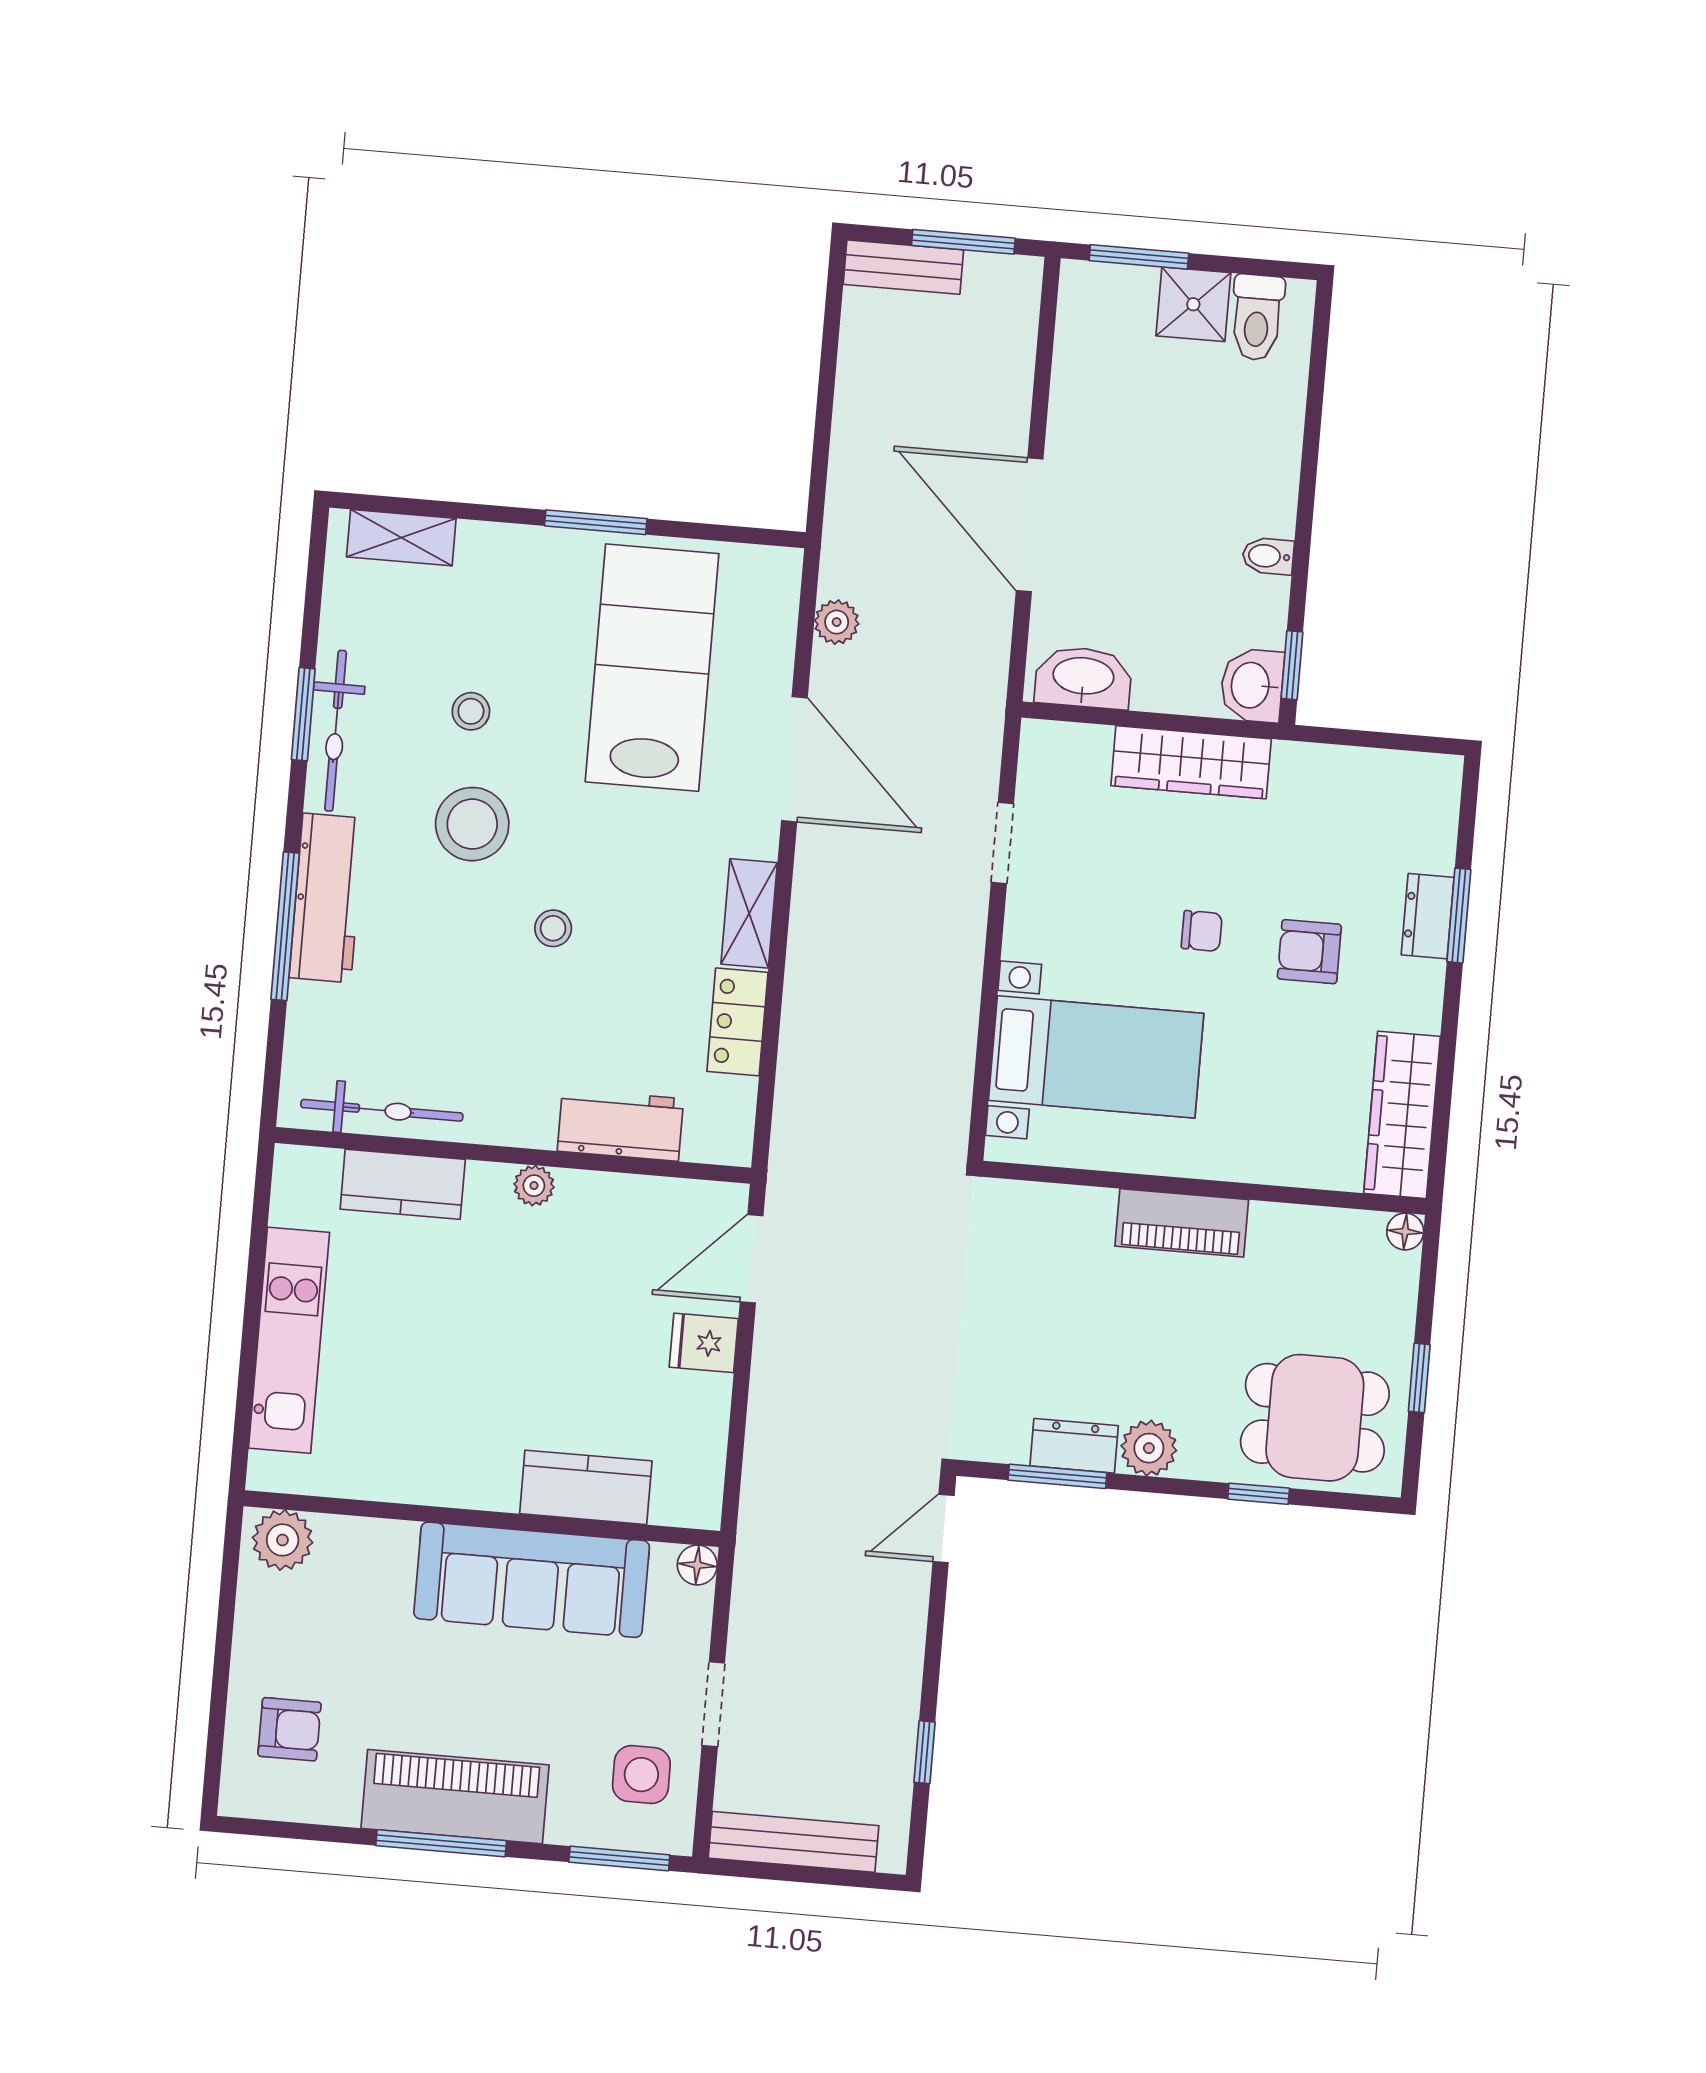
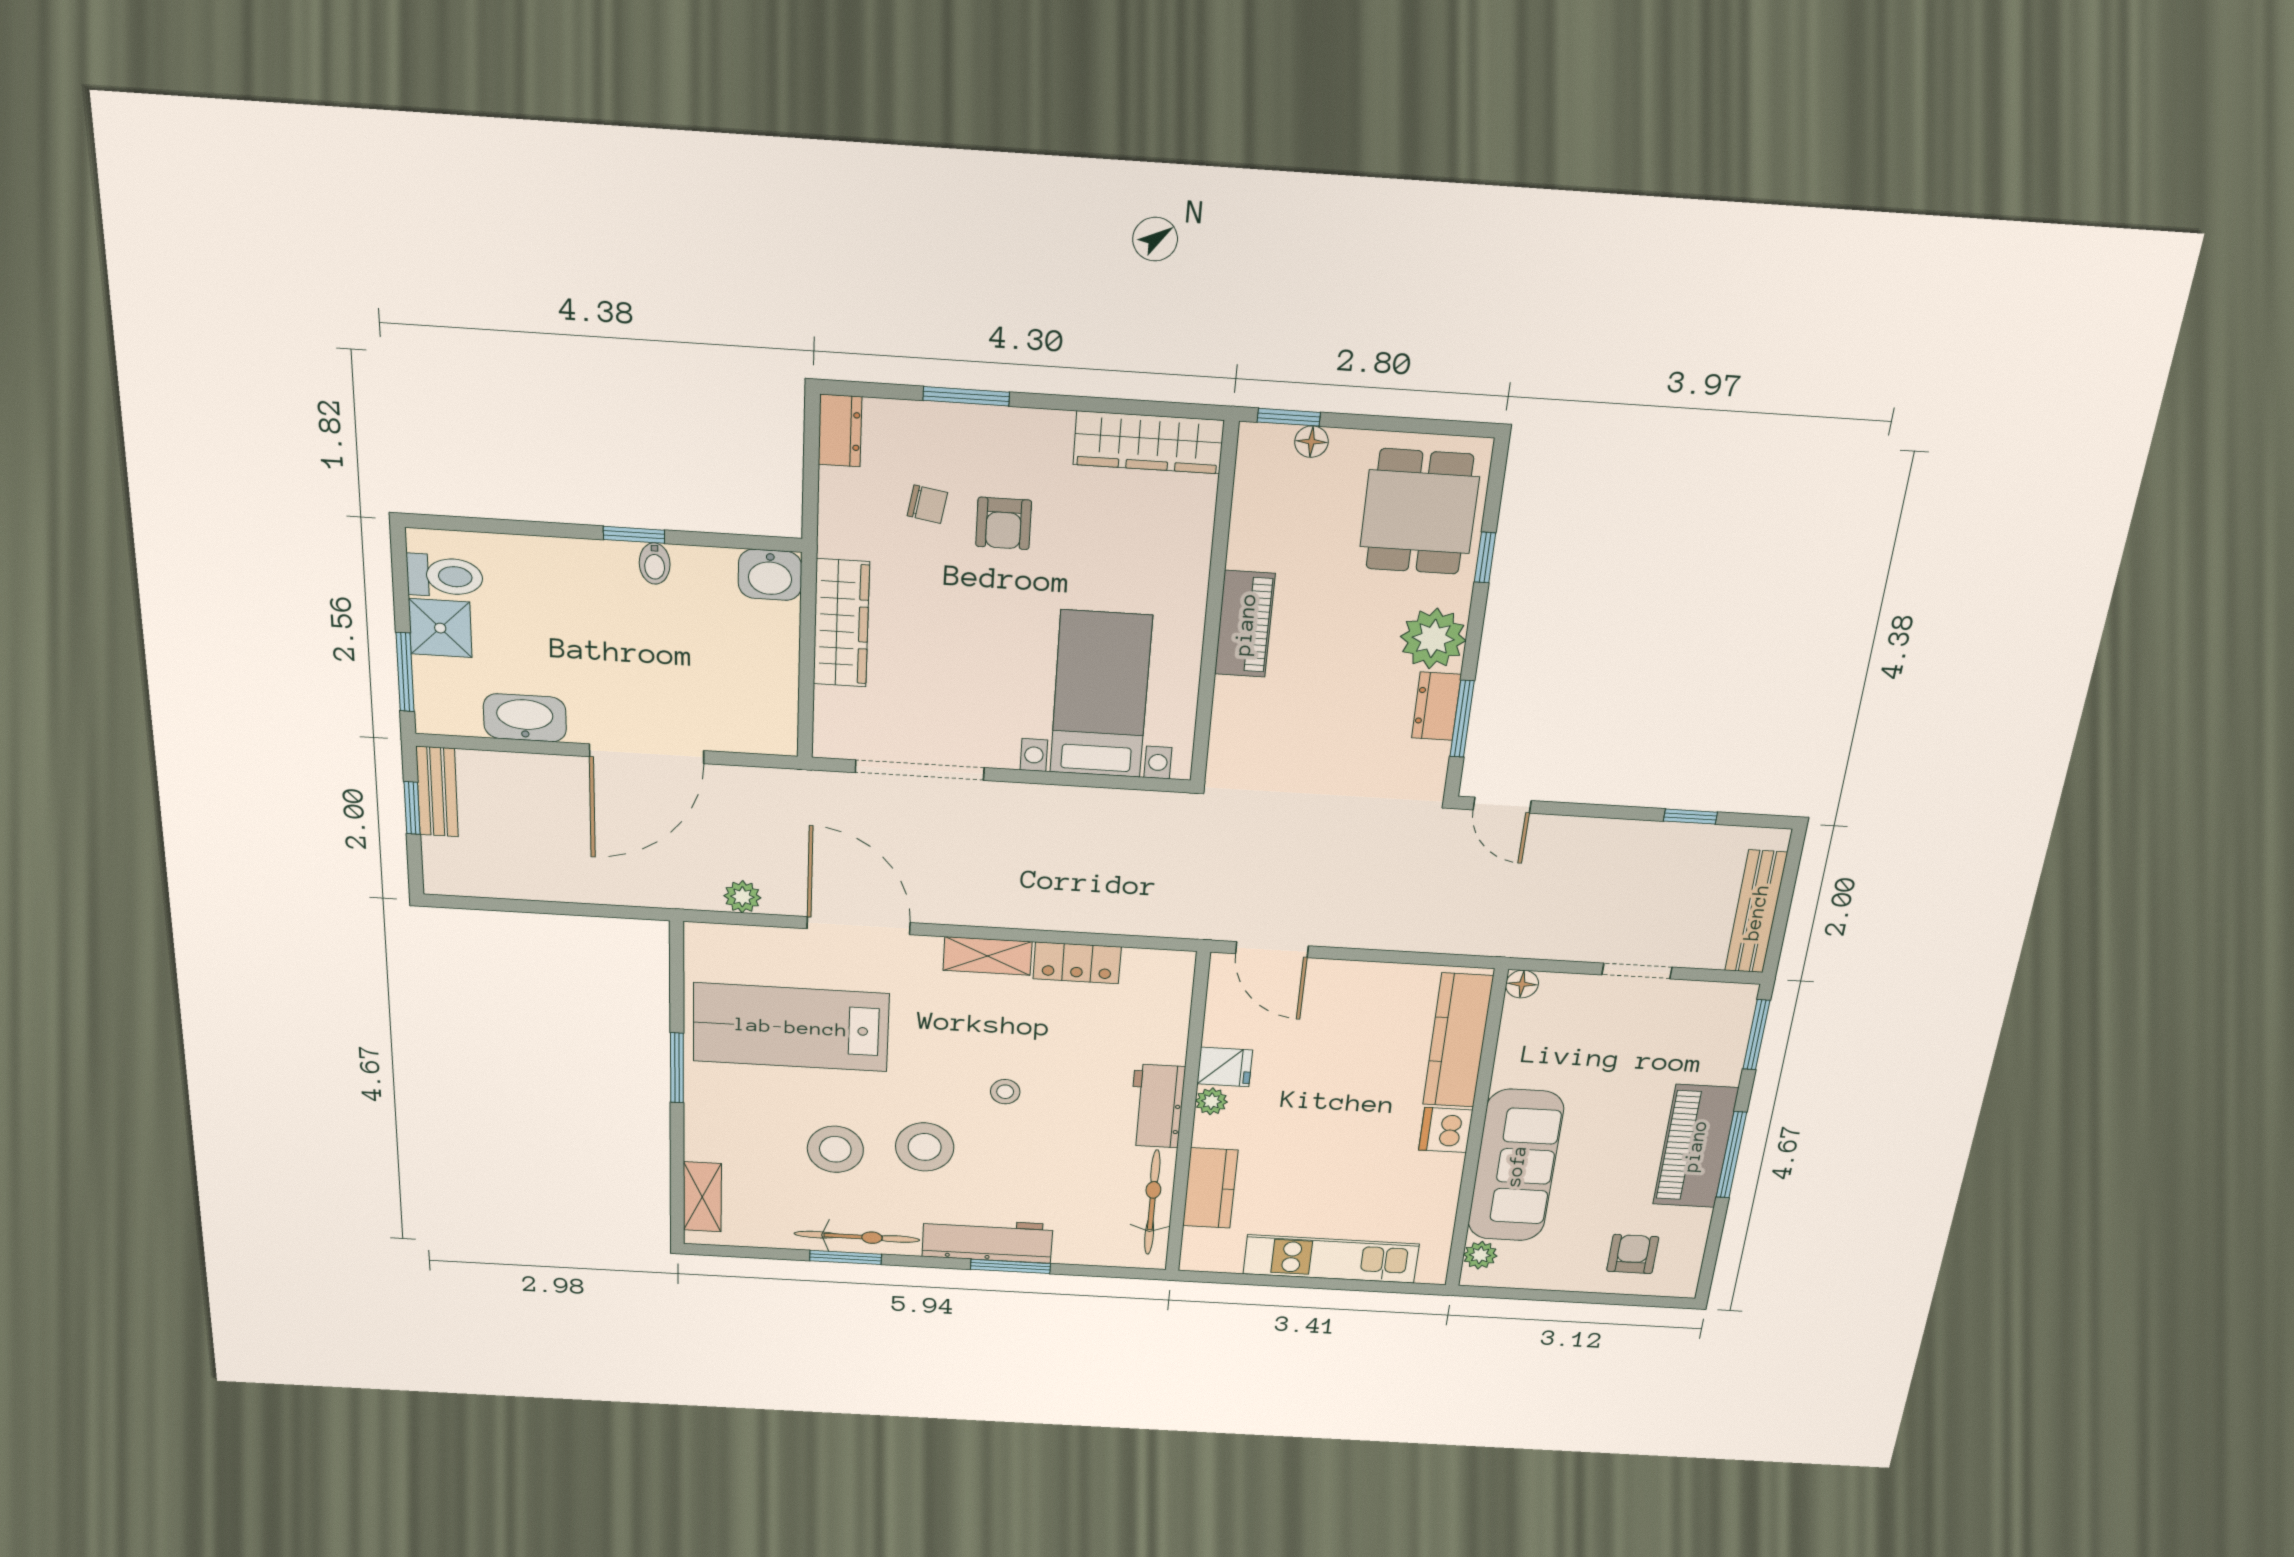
window: (963, 242) -> (412, 808), width x0.67
bench: (903, 267) -> (437, 792), moved
window: (1292, 665) -> (634, 535), moved
washbasin: (1083, 678) -> (525, 718), moved, turned 90
stool: (471, 711) -> (835, 1149), width x1.89, depth x1.89
door: (794, 759) -> (859, 926), hinge flipped
doorway: (1002, 843) -> (920, 770), width x1.88
dresser: (1428, 916) -> (840, 431), moved, turned -90
window: (285, 926) -> (1010, 1266), width x0.69
chair: (1202, 931) -> (927, 504), moved, turned 100
workbench: (620, 1125) -> (1157, 1106), moved
floor lamp: (1405, 1232) -> (1311, 442), moved
fridge: (704, 1343) -> (1225, 1067), moved, turned -90
window: (1419, 1378) -> (1289, 417), moved
plant: (1149, 1448) -> (1433, 639), width x1.36, depth x1.36
dishwasher: (486, 1480) -> (1446, 1130), added
kitchen counter: (586, 1487) -> (1458, 1041), width x1.50
plant: (283, 1540) -> (1480, 1255), width x0.73, depth x0.73
sofa: (532, 1580) -> (1516, 1166), moved
side table: (641, 1775) -> (1690, 1020), removed

